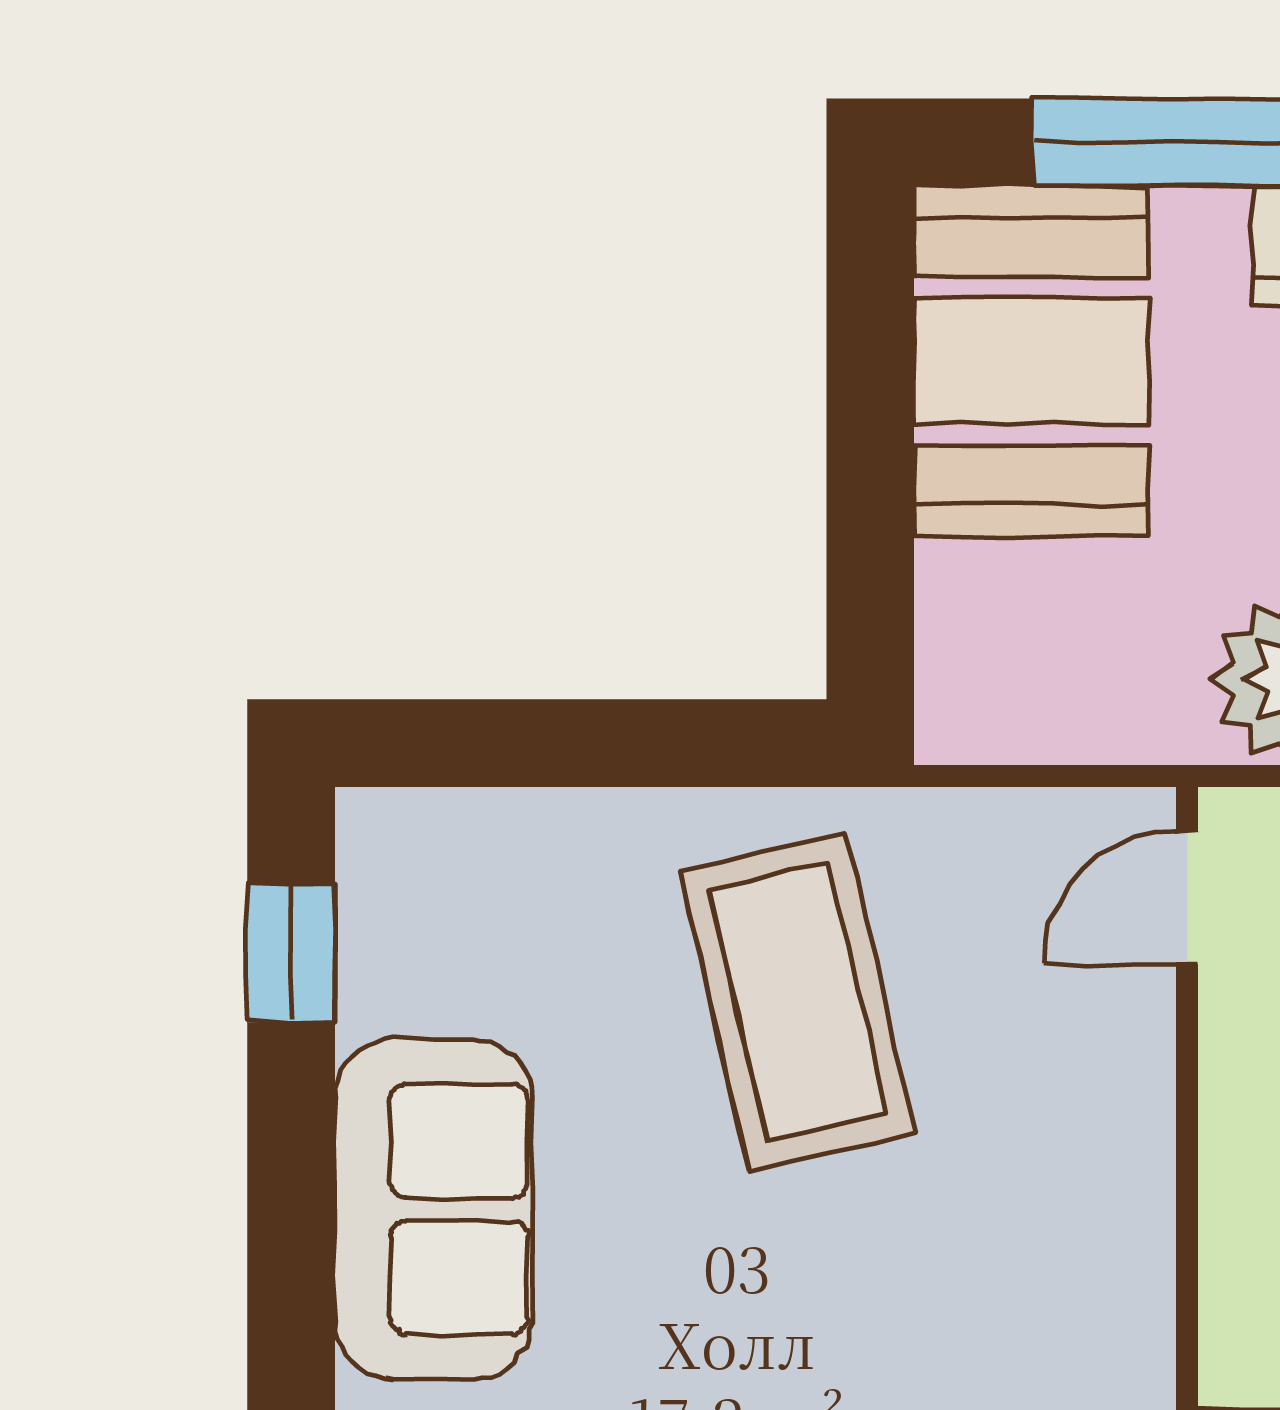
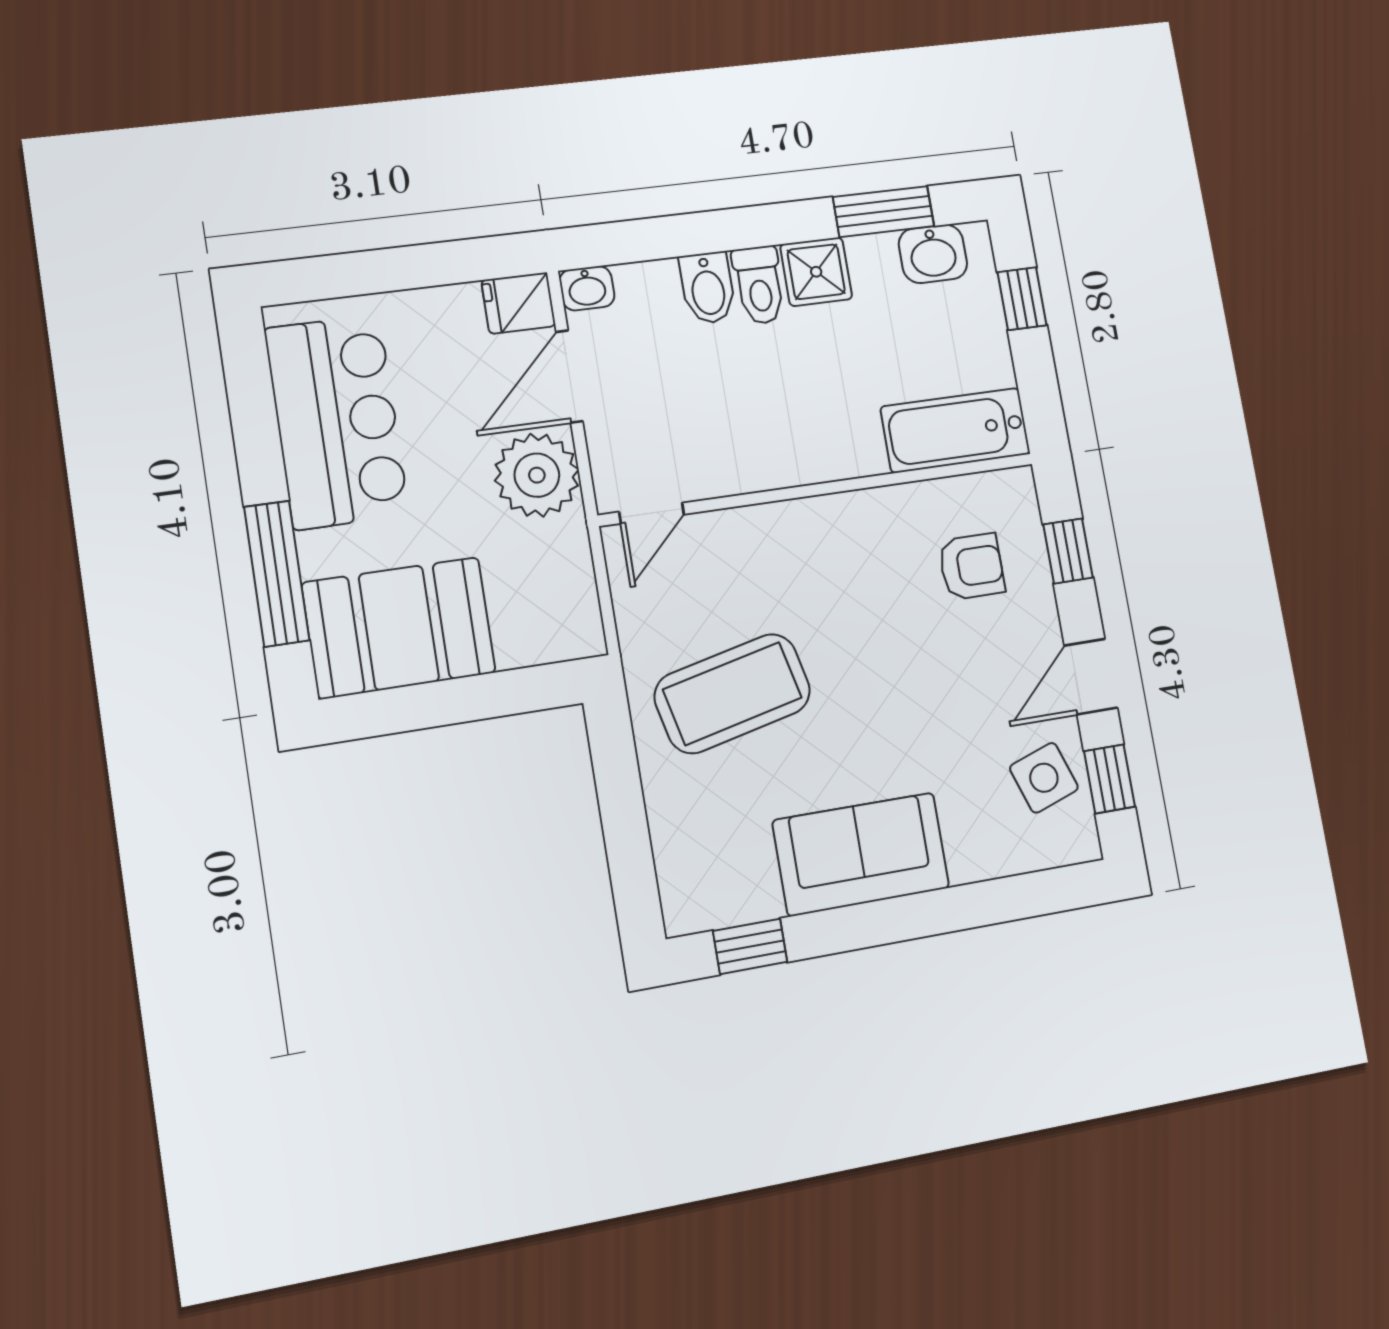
door: (1187, 898) -> (652, 513), hinge flipped

